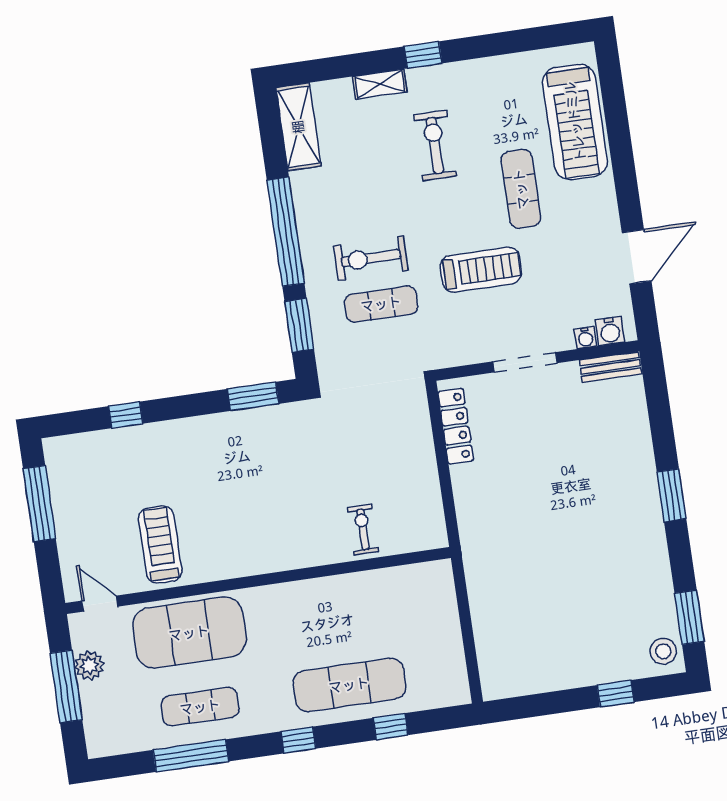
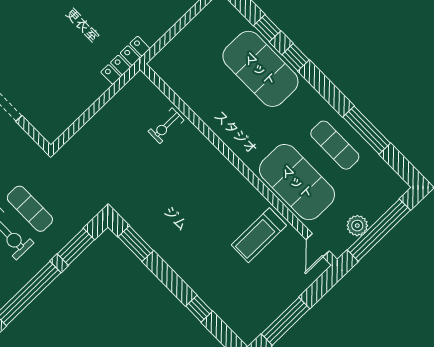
locker: (456, 426) -> (125, 60), moved
exercise mat: (349, 685) -> (260, 69), width x1.47
window: (66, 686) -> (379, 230), width x1.46
window: (298, 740) -> (296, 57), moved

